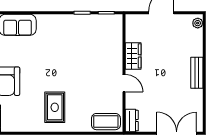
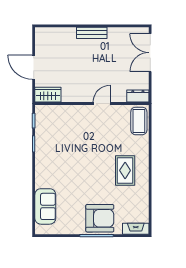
plant: (198, 23) -> (44, 32), removed
wardrobe: (133, 56) -> (48, 95), moved
rug: (55, 107) -> (125, 170), turned 90

